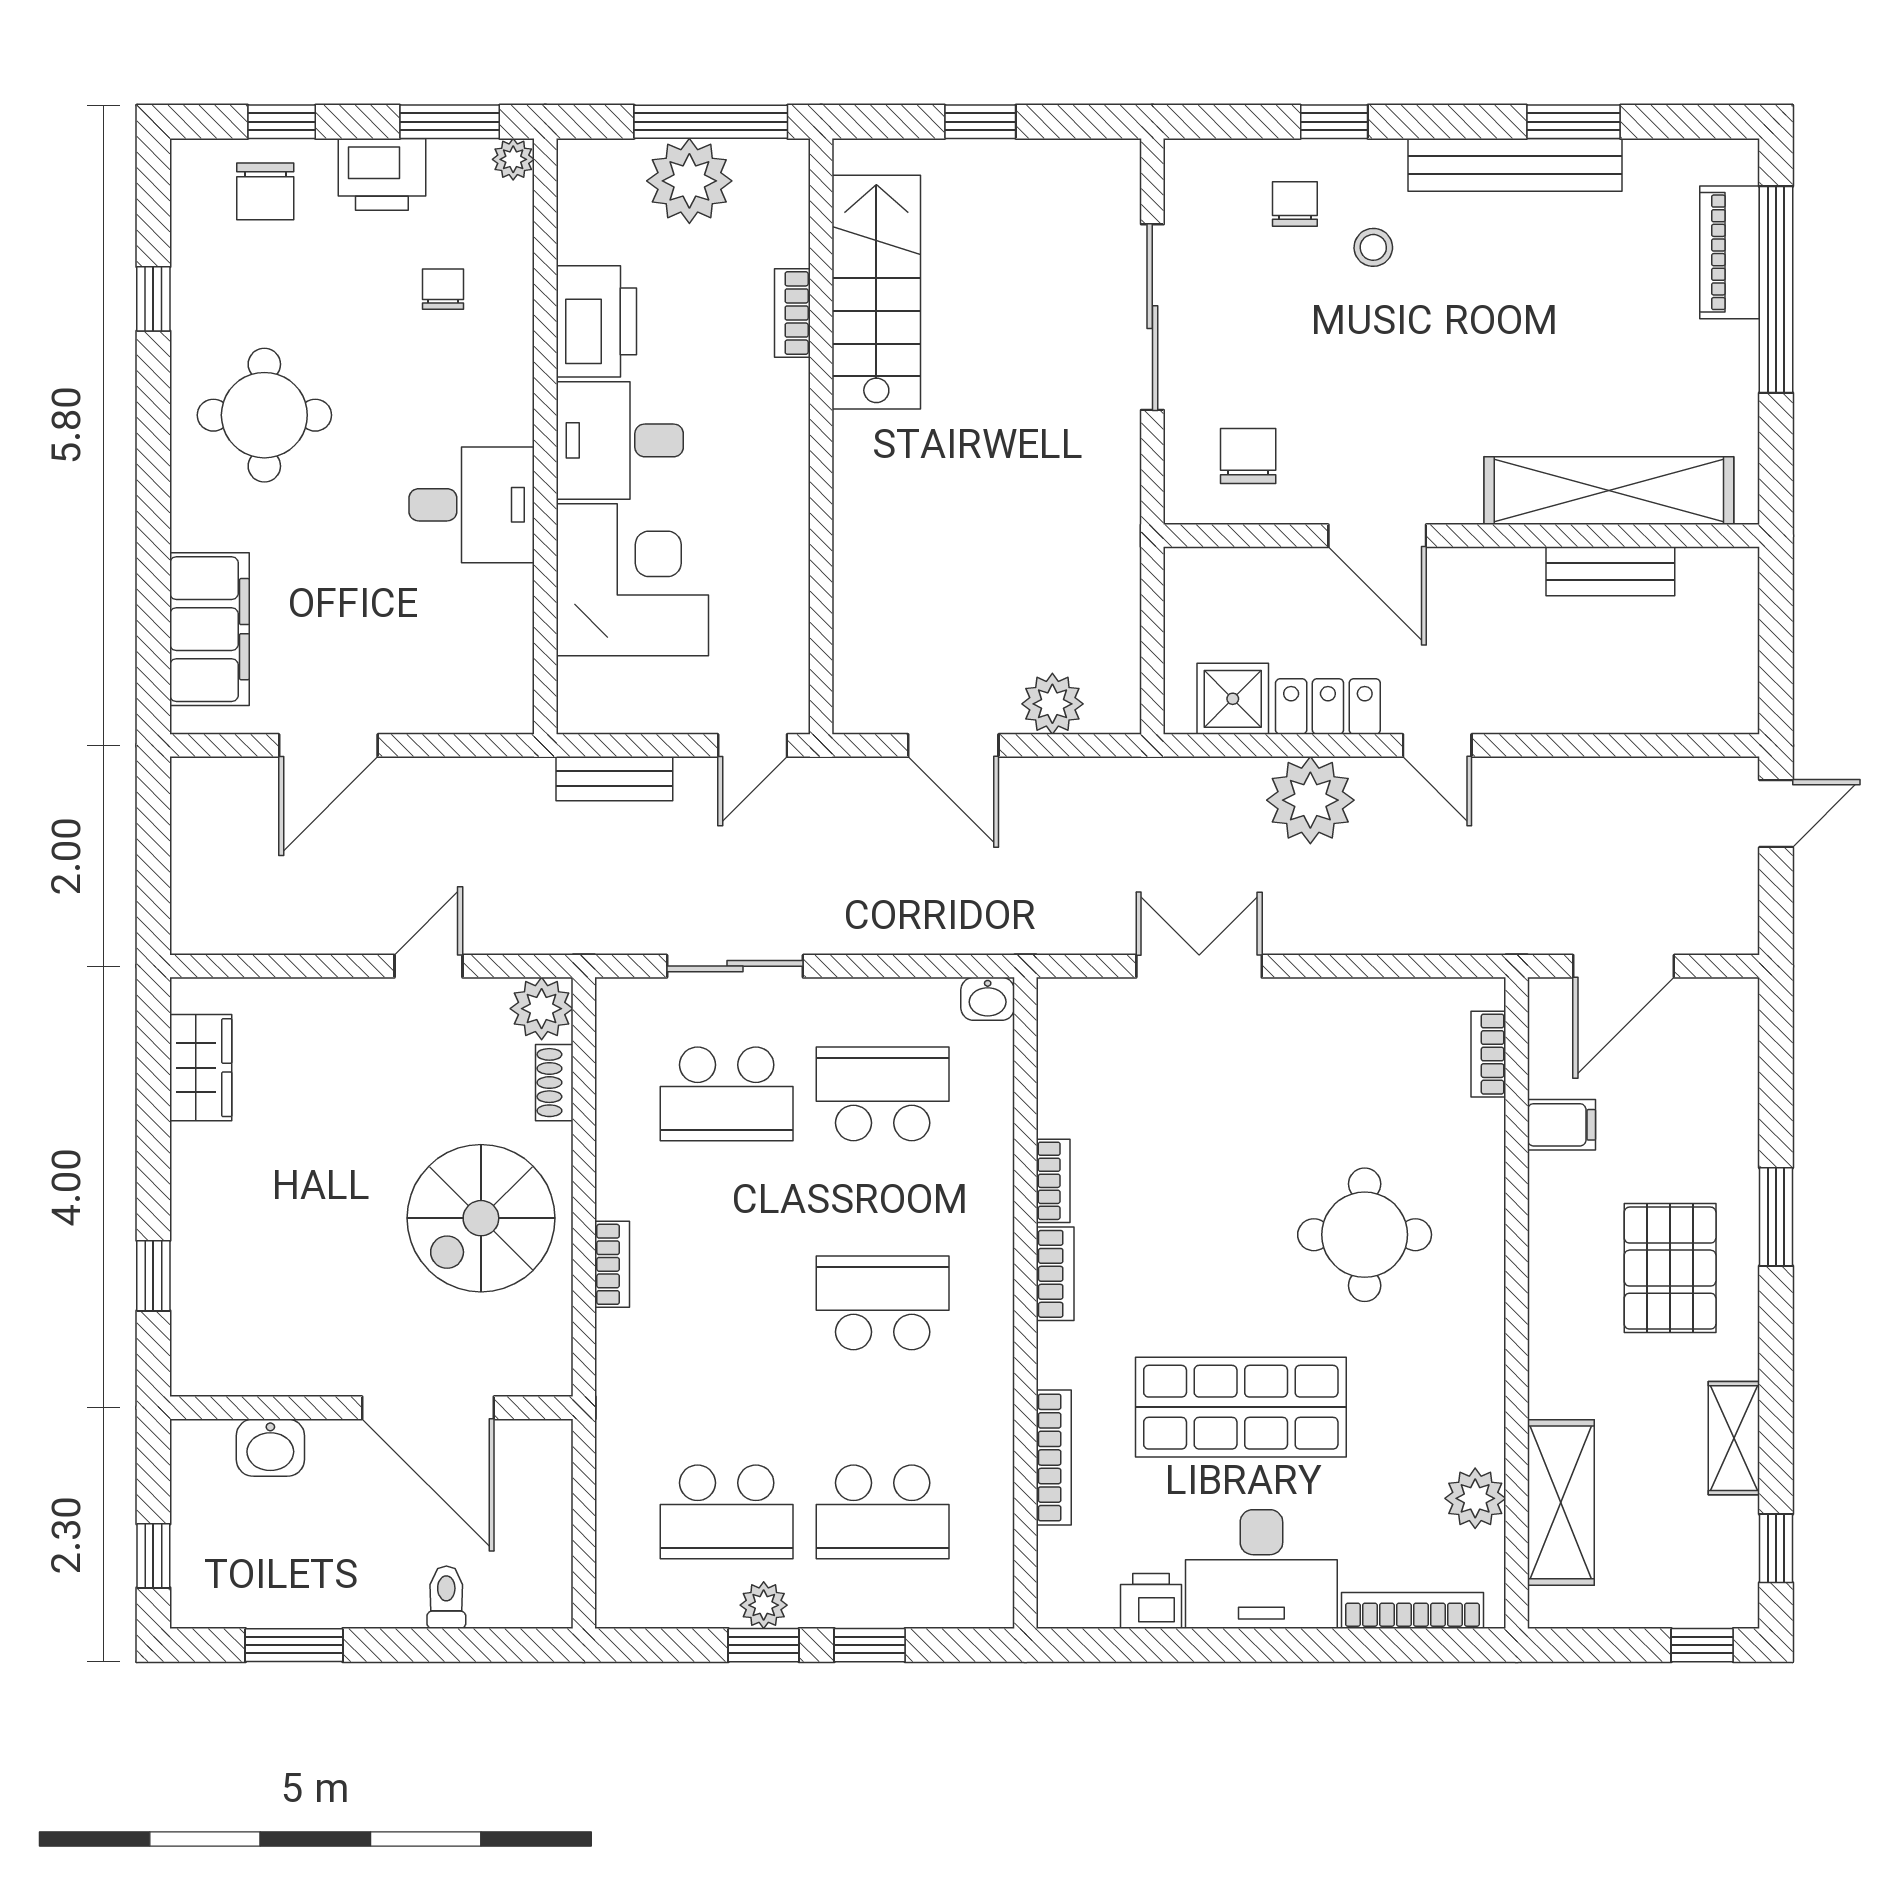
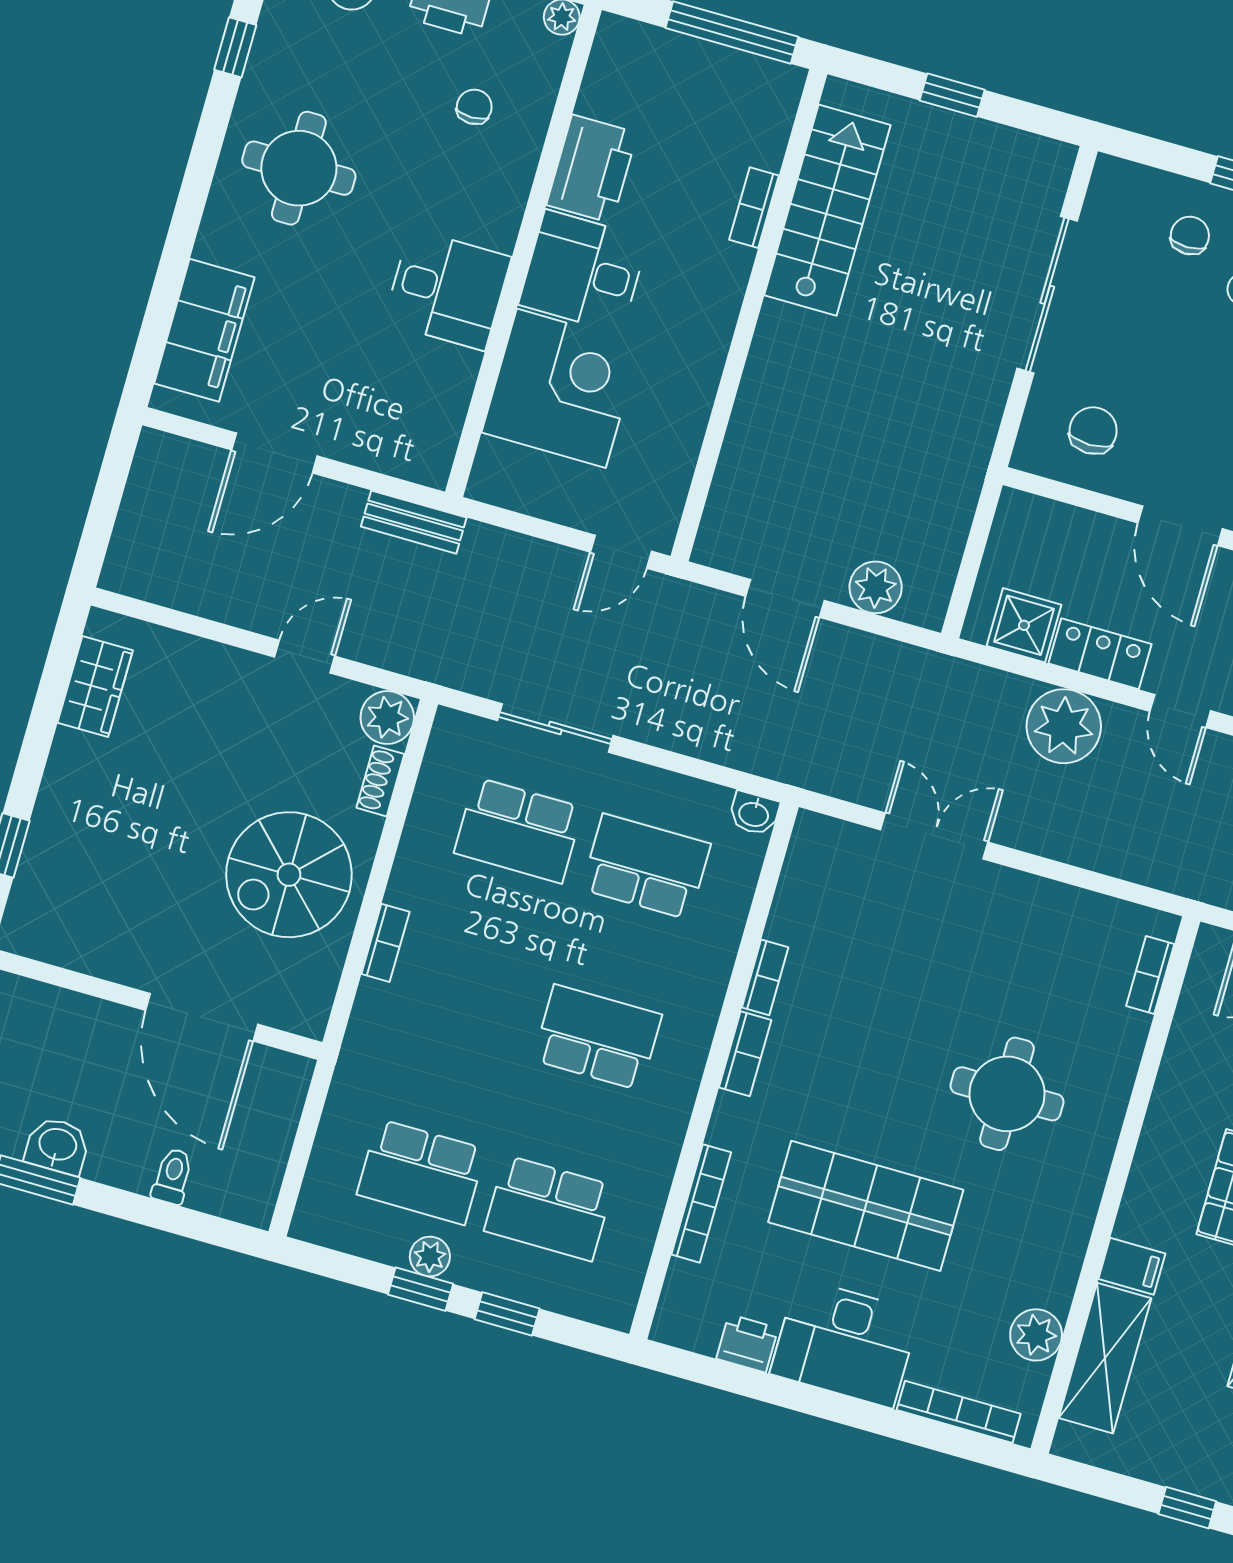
plant: (689, 181) -> (701, 76), removed
bench: (614, 779) -> (414, 522), moved
filing cabinet: (1562, 1125) -> (1132, 1266), moved
washbasin: (270, 1448) -> (57, 1146), moved, turned 180

